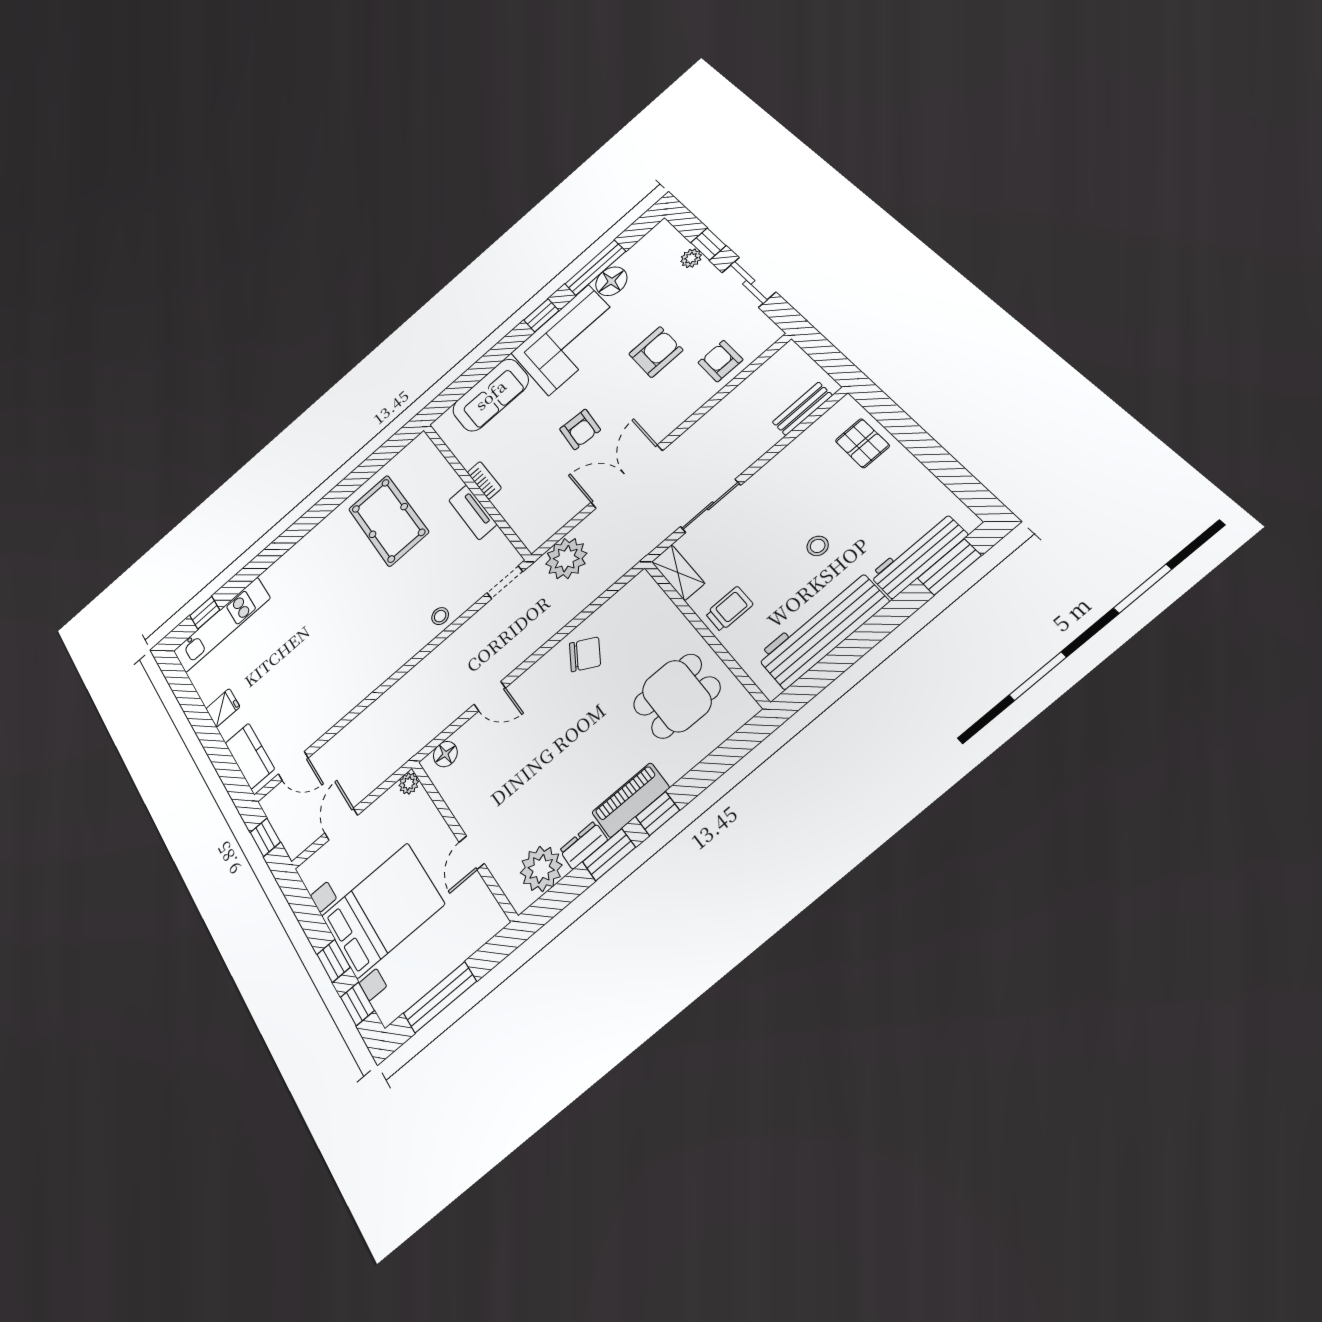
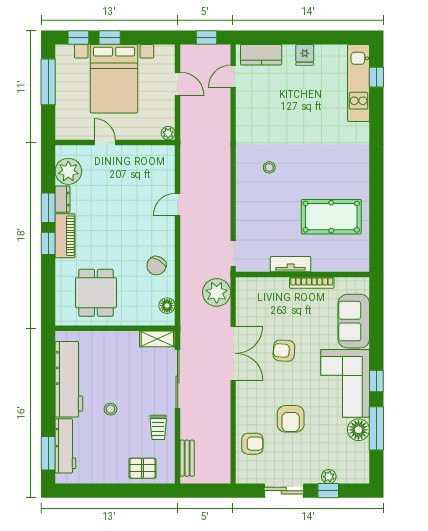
bookcase: (484, 480) -> (312, 283), width x1.56
sliding door: (710, 506) -> (178, 379), width x1.37
trolley: (729, 609) -> (158, 427), moved
stool: (440, 616) -> (269, 167), moved
floor lamp: (445, 754) -> (167, 306), moved

